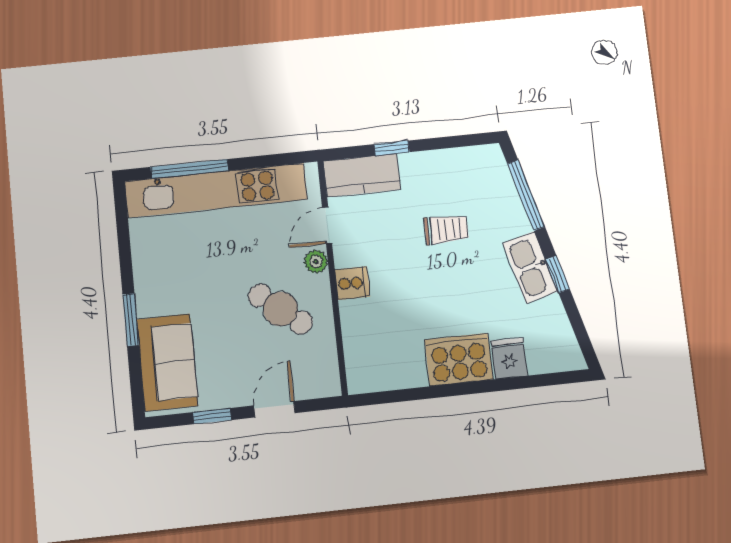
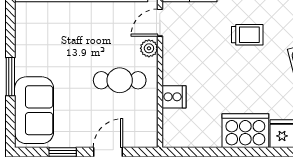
cooker: (352, 283) -> (174, 97), moved
cafe table: (281, 309) -> (120, 80), turned -39

